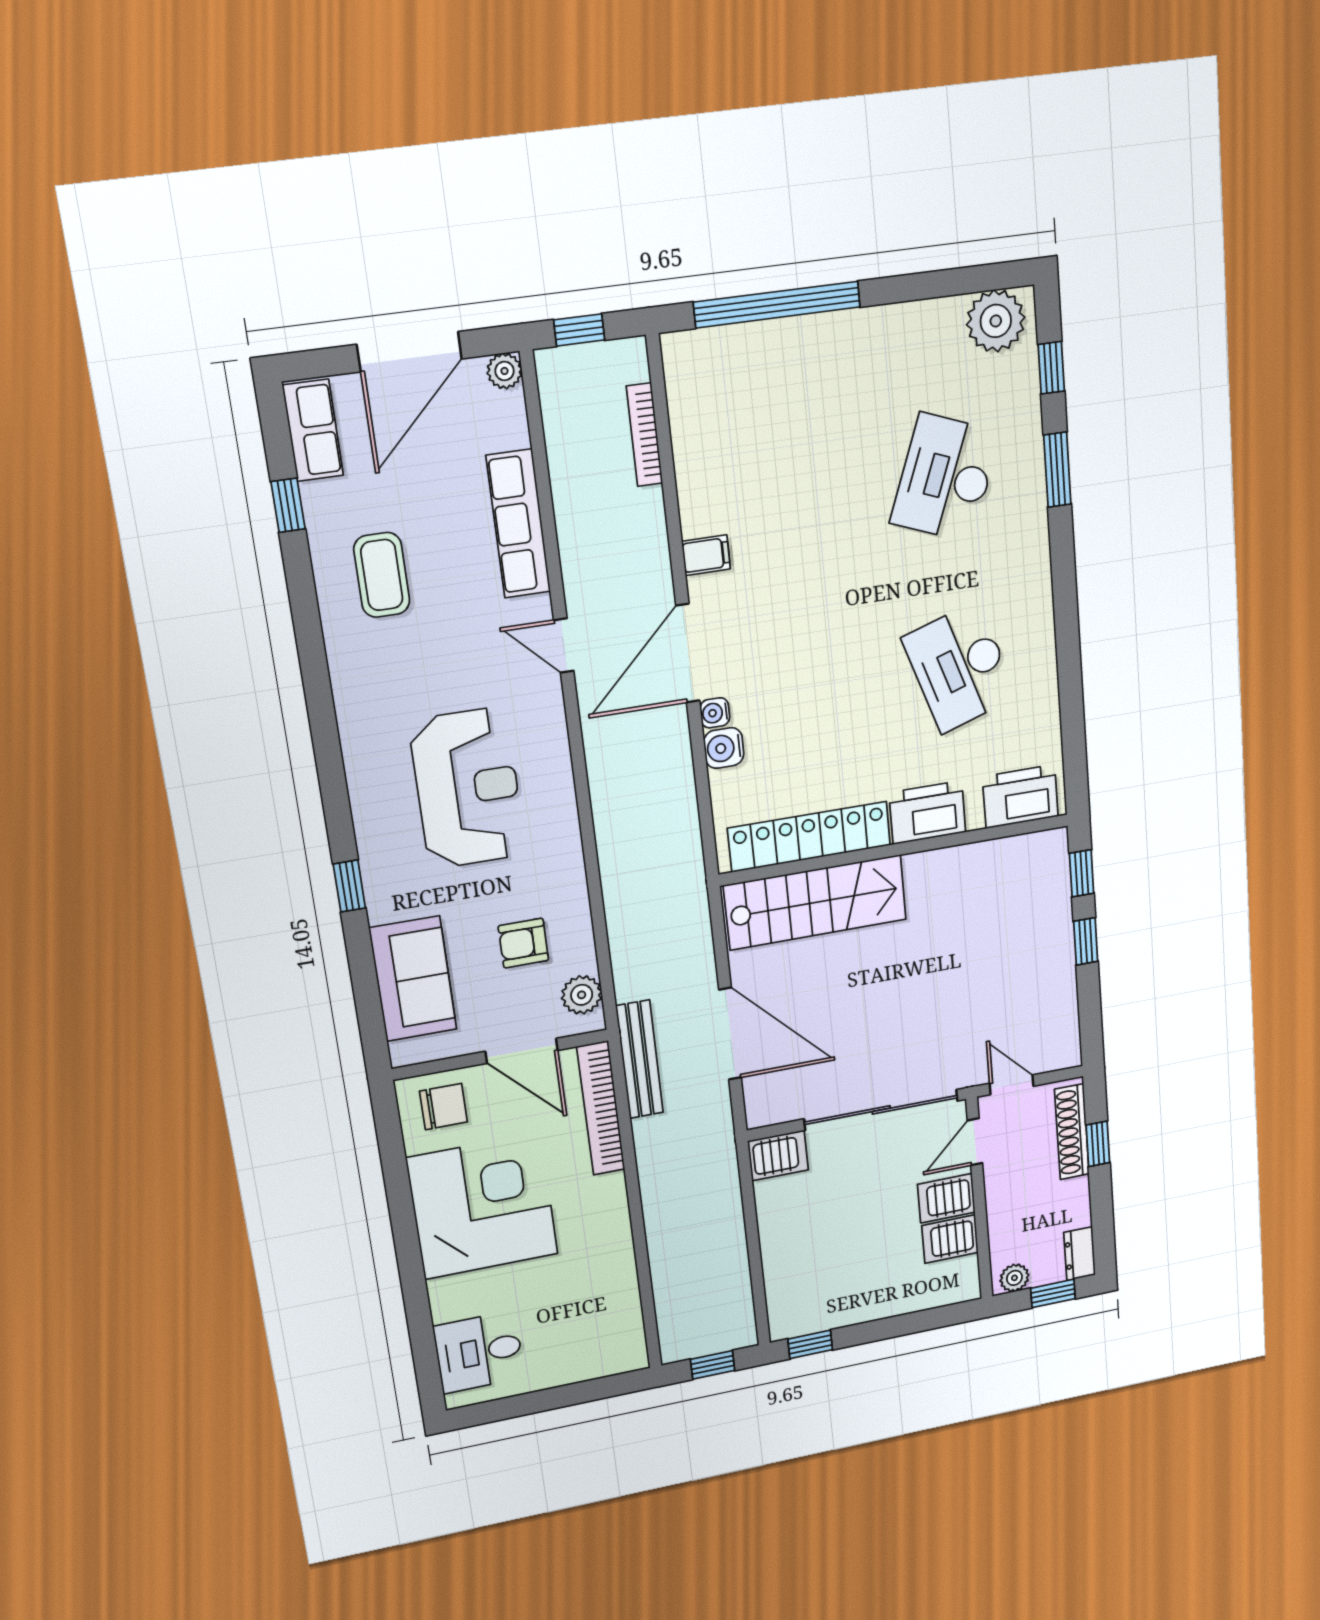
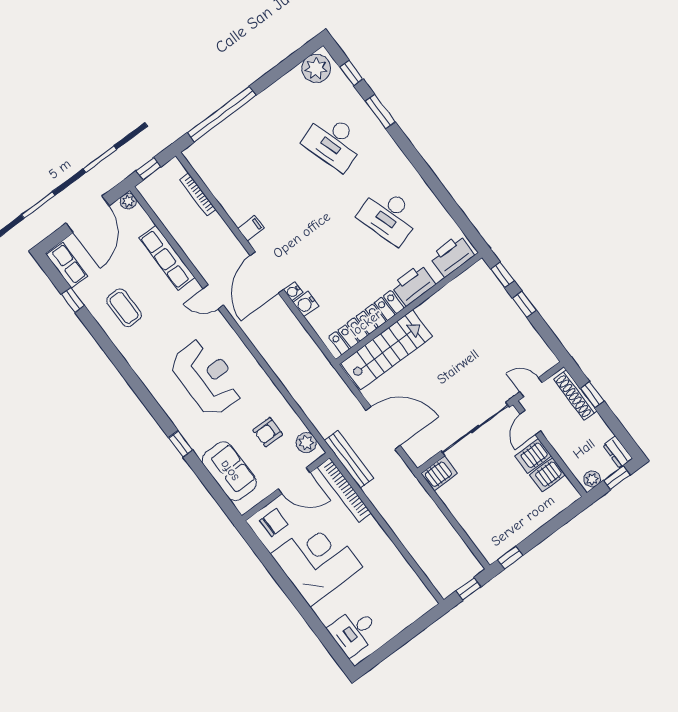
desk: (946, 478) -> (334, 142), turned -39

